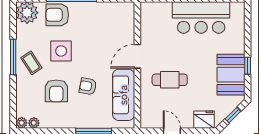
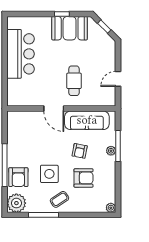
window: (13, 57) -> (44, 215), moved
fridge: (204, 120) -> (108, 51), removed
plant: (34, 123) -> (111, 151), moved

